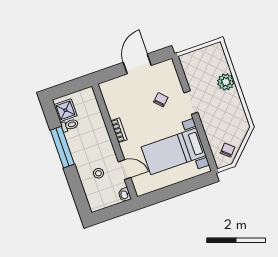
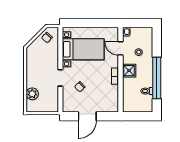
plant: (226, 82) -> (32, 94), moved
shower: (65, 110) -> (129, 71), moved
window: (62, 147) -> (157, 78), width x1.46

